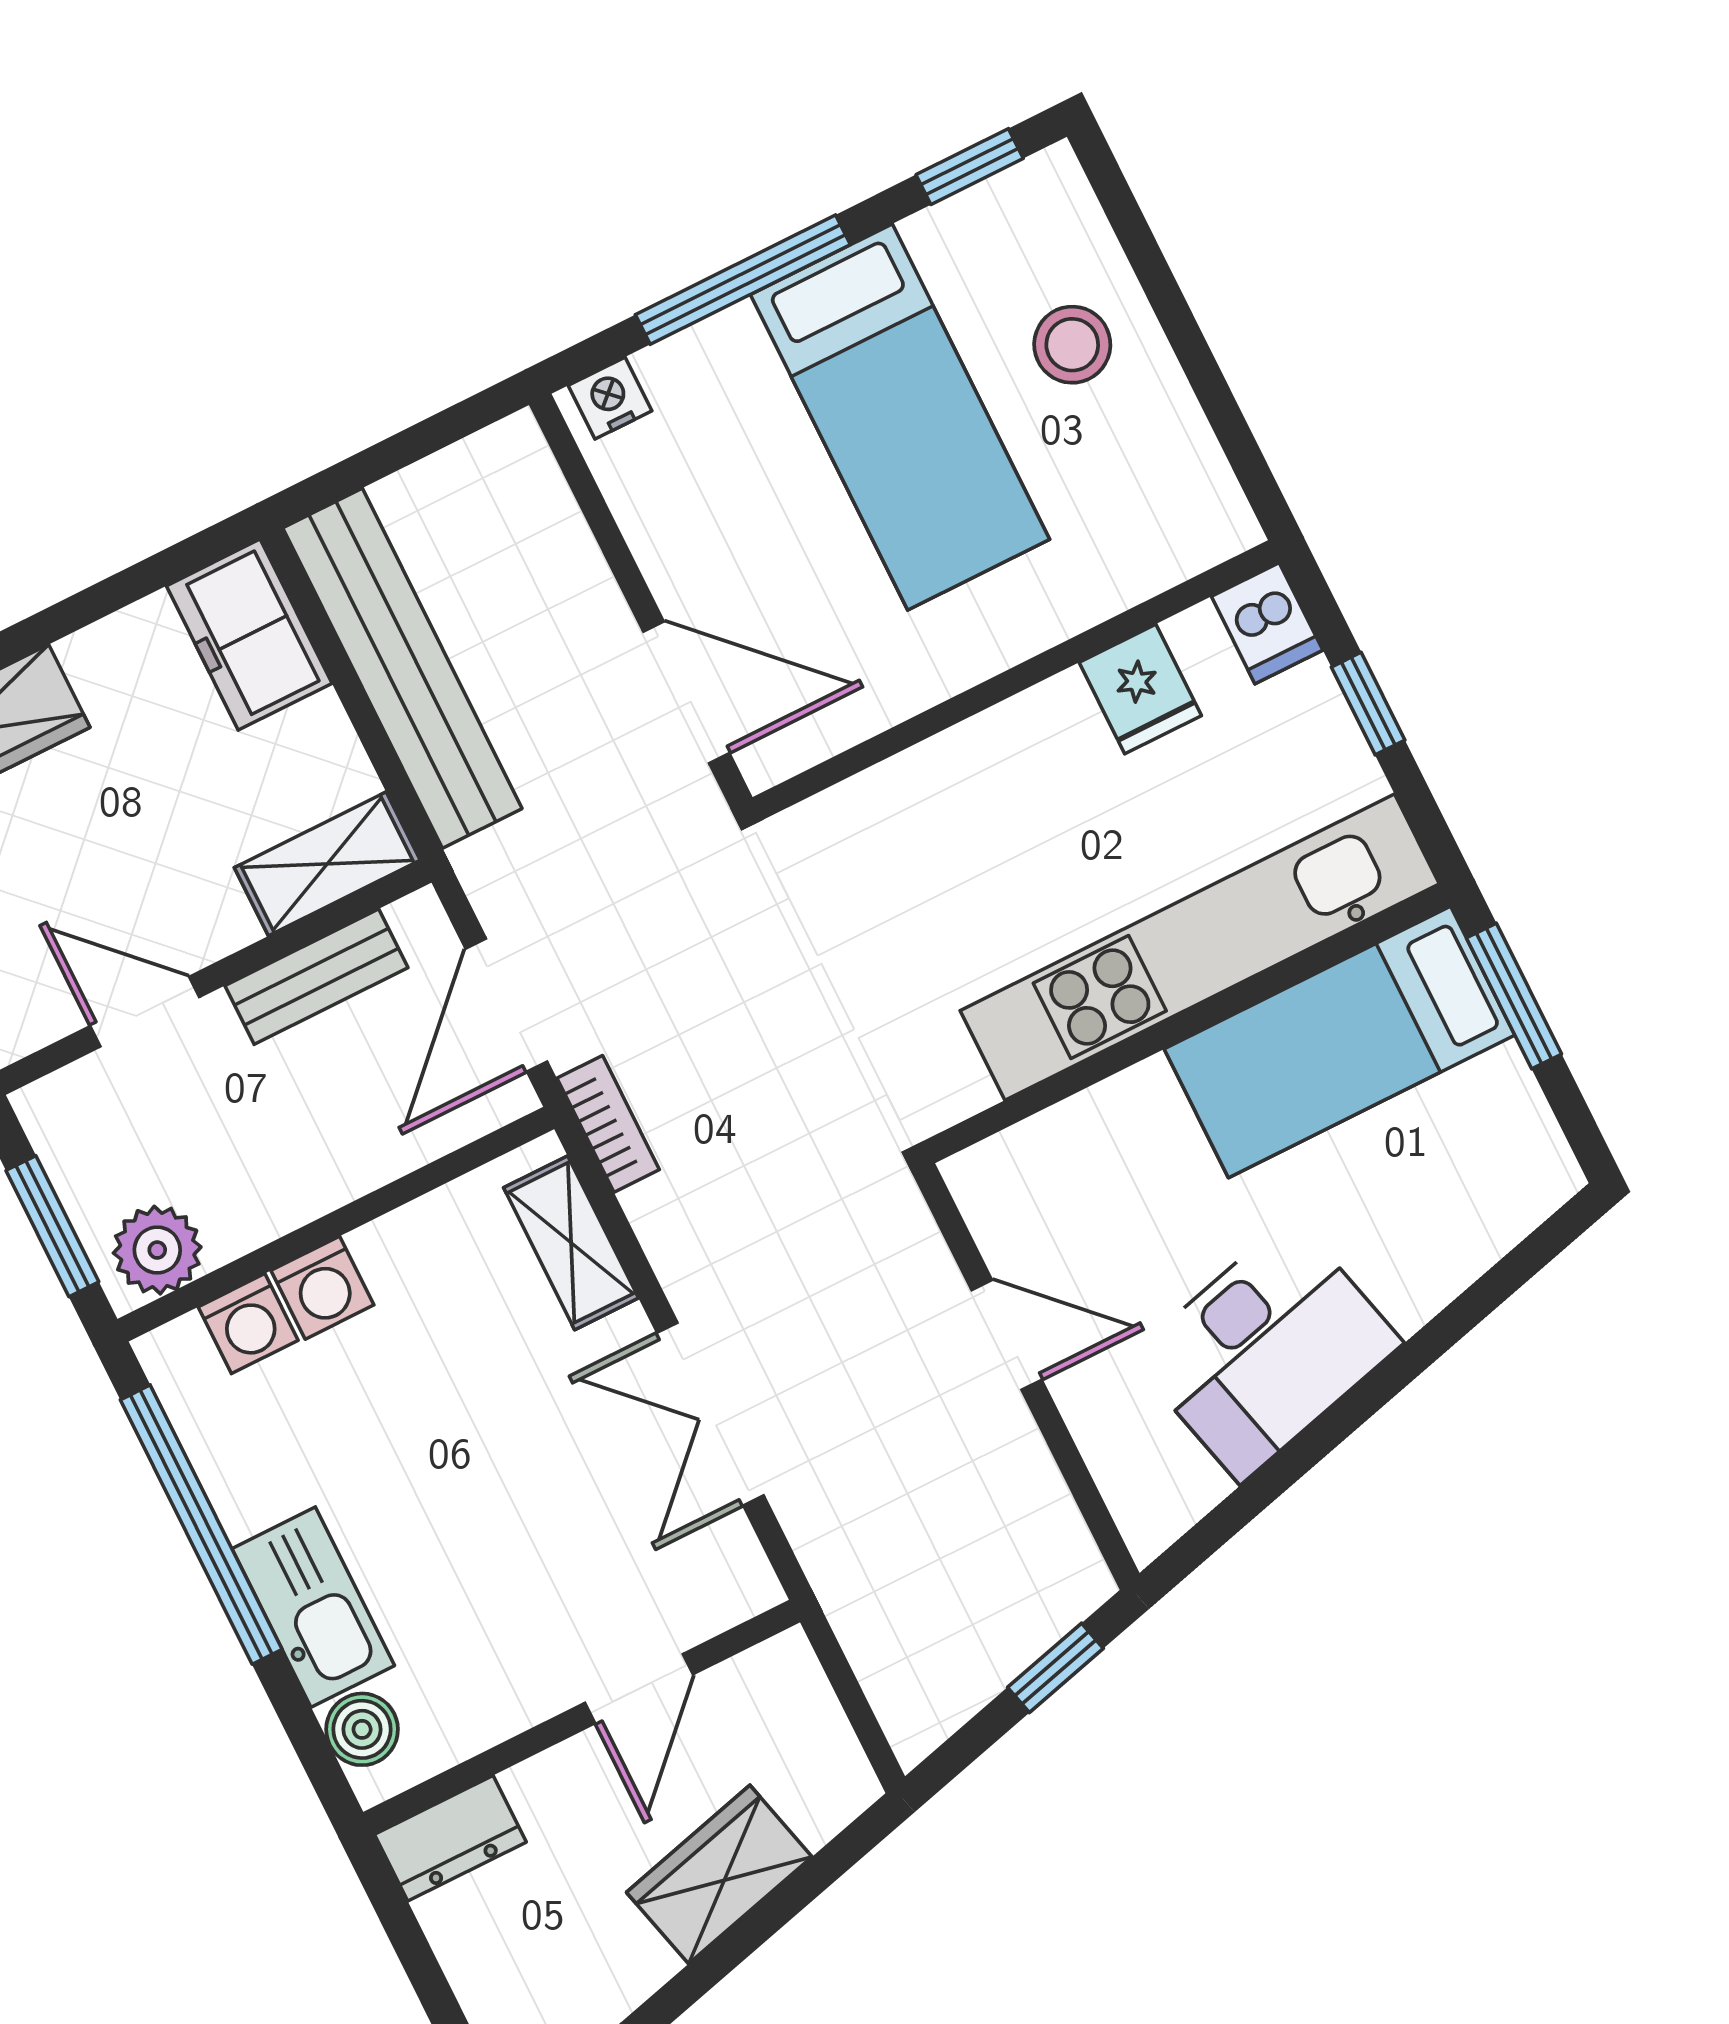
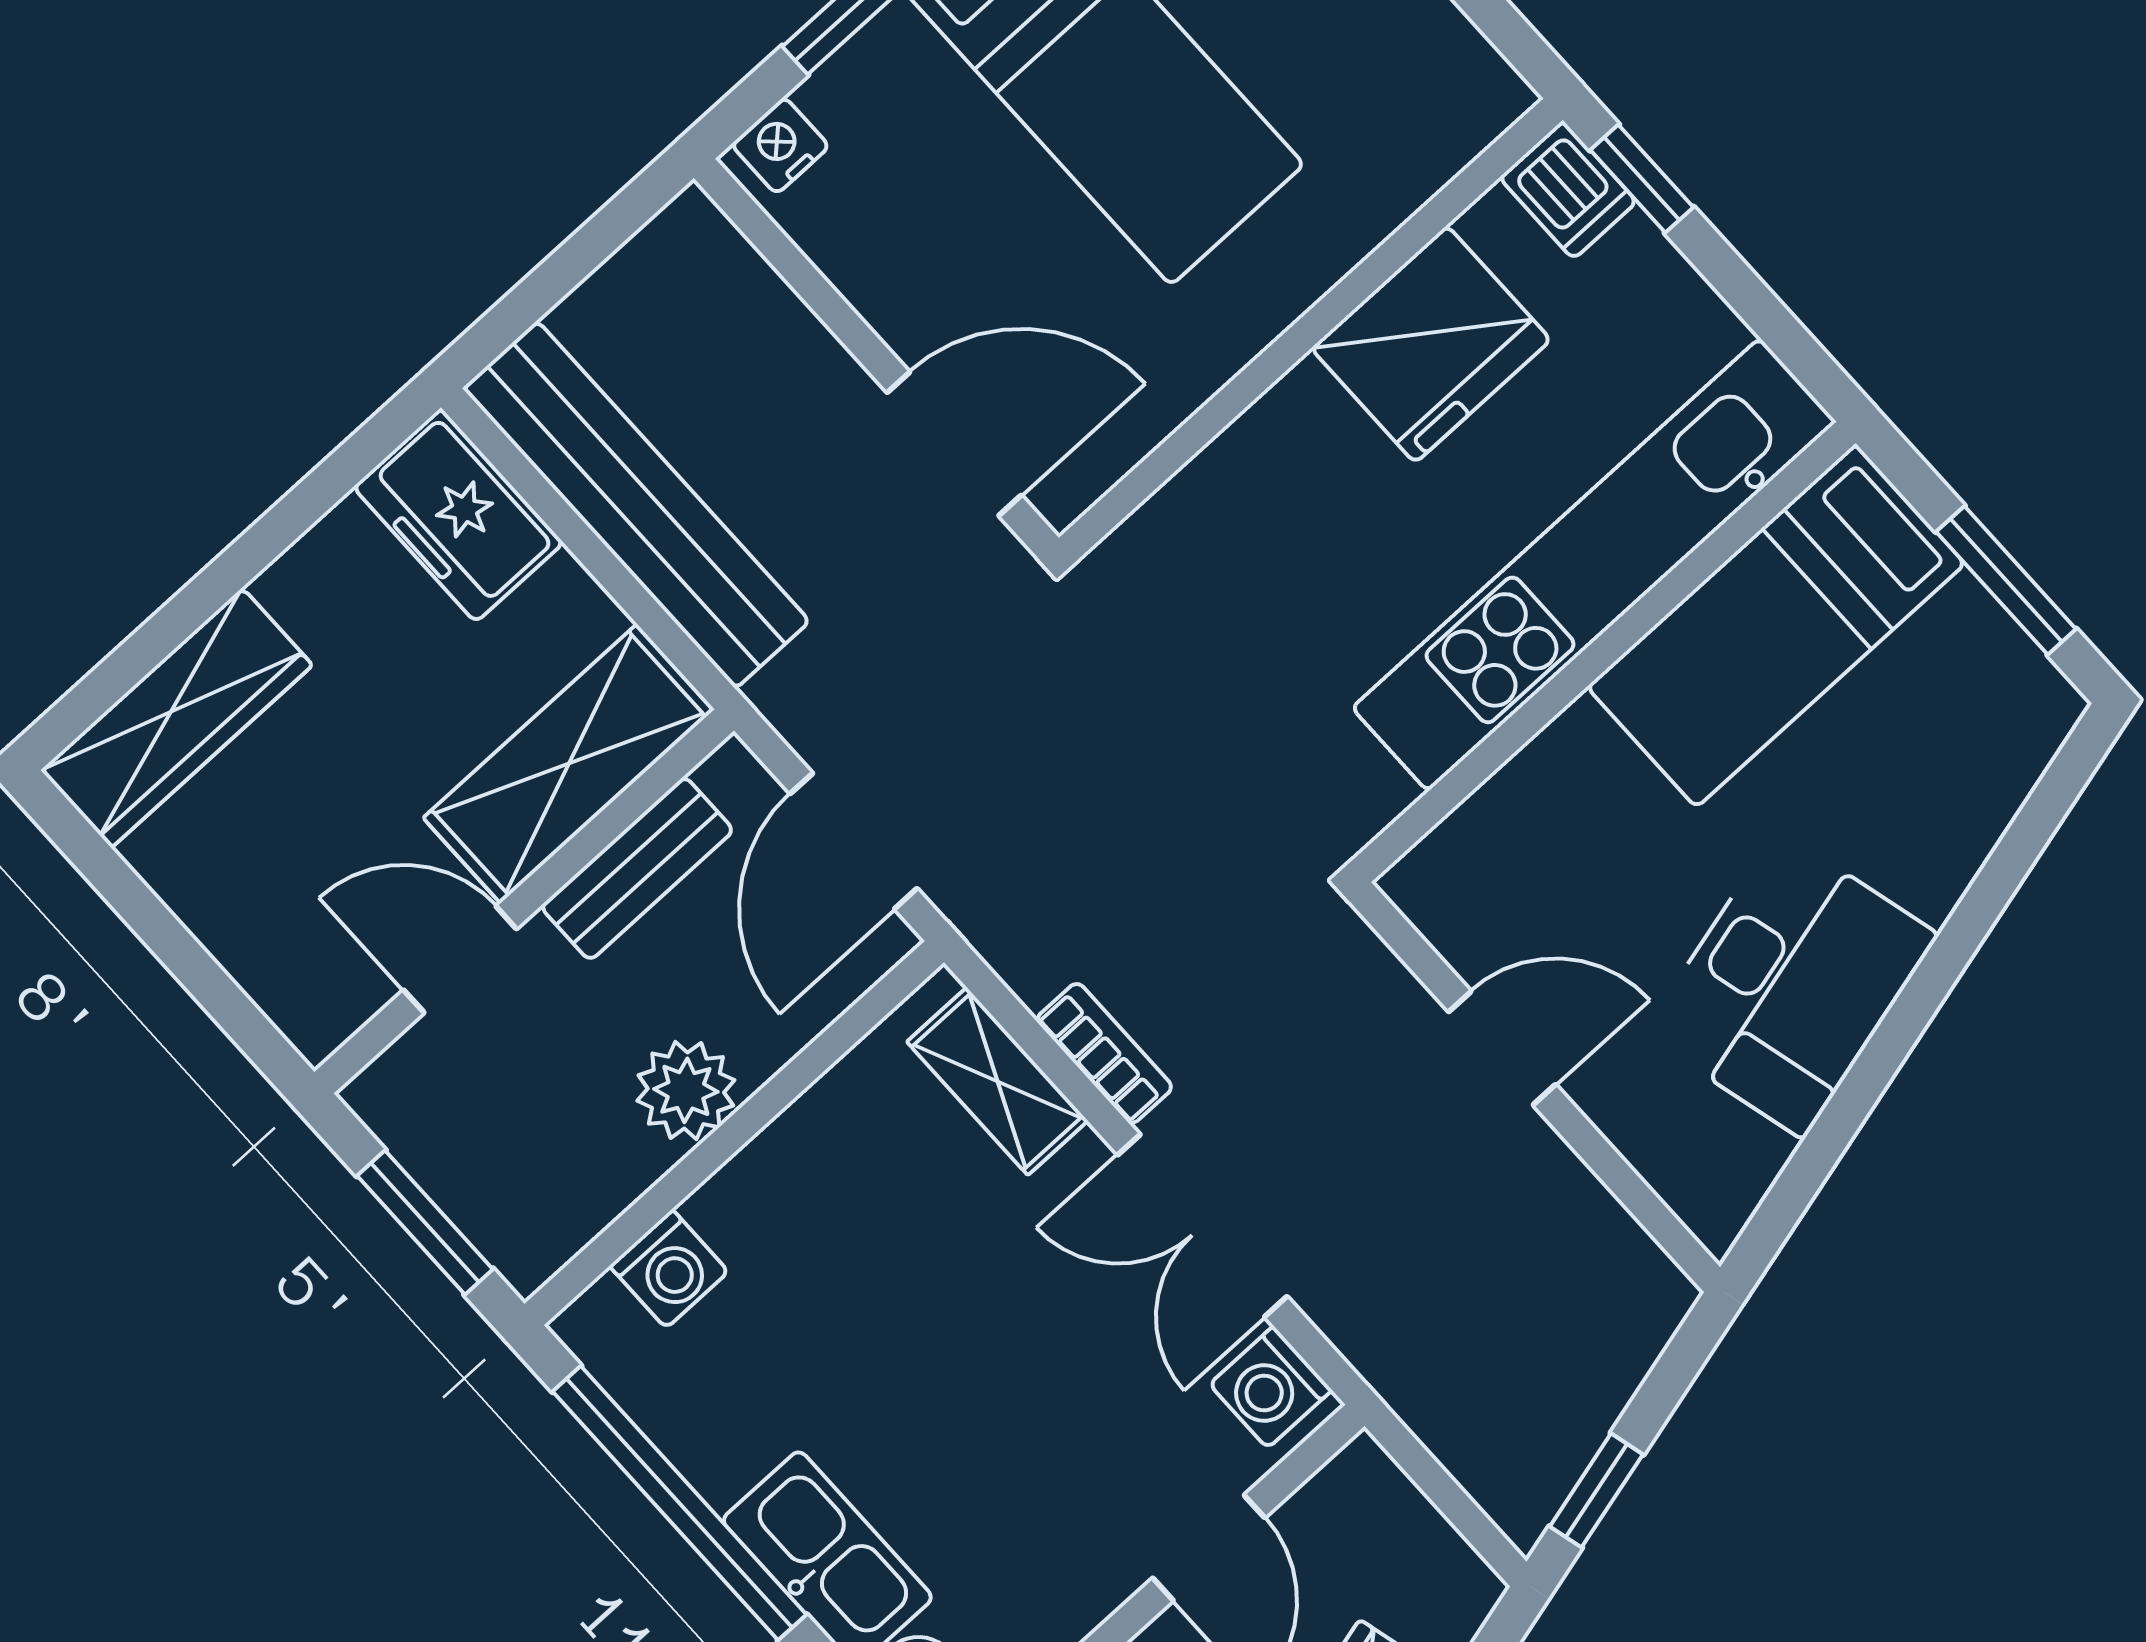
fridge: (1140, 689) -> (1431, 344), width x1.88, depth x1.34
window: (1368, 704) -> (1642, 179), moved
shelving: (327, 864) -> (569, 763), width x1.50, depth x1.33
window: (1514, 996) -> (2006, 580), moved
bookcase: (608, 1124) -> (1104, 1053), moved
plant: (157, 1250) -> (686, 1090), moved
washing machine: (322, 1288) -> (1271, 1387), moved, turned 90
window: (1055, 1668) -> (1596, 1490), moved

